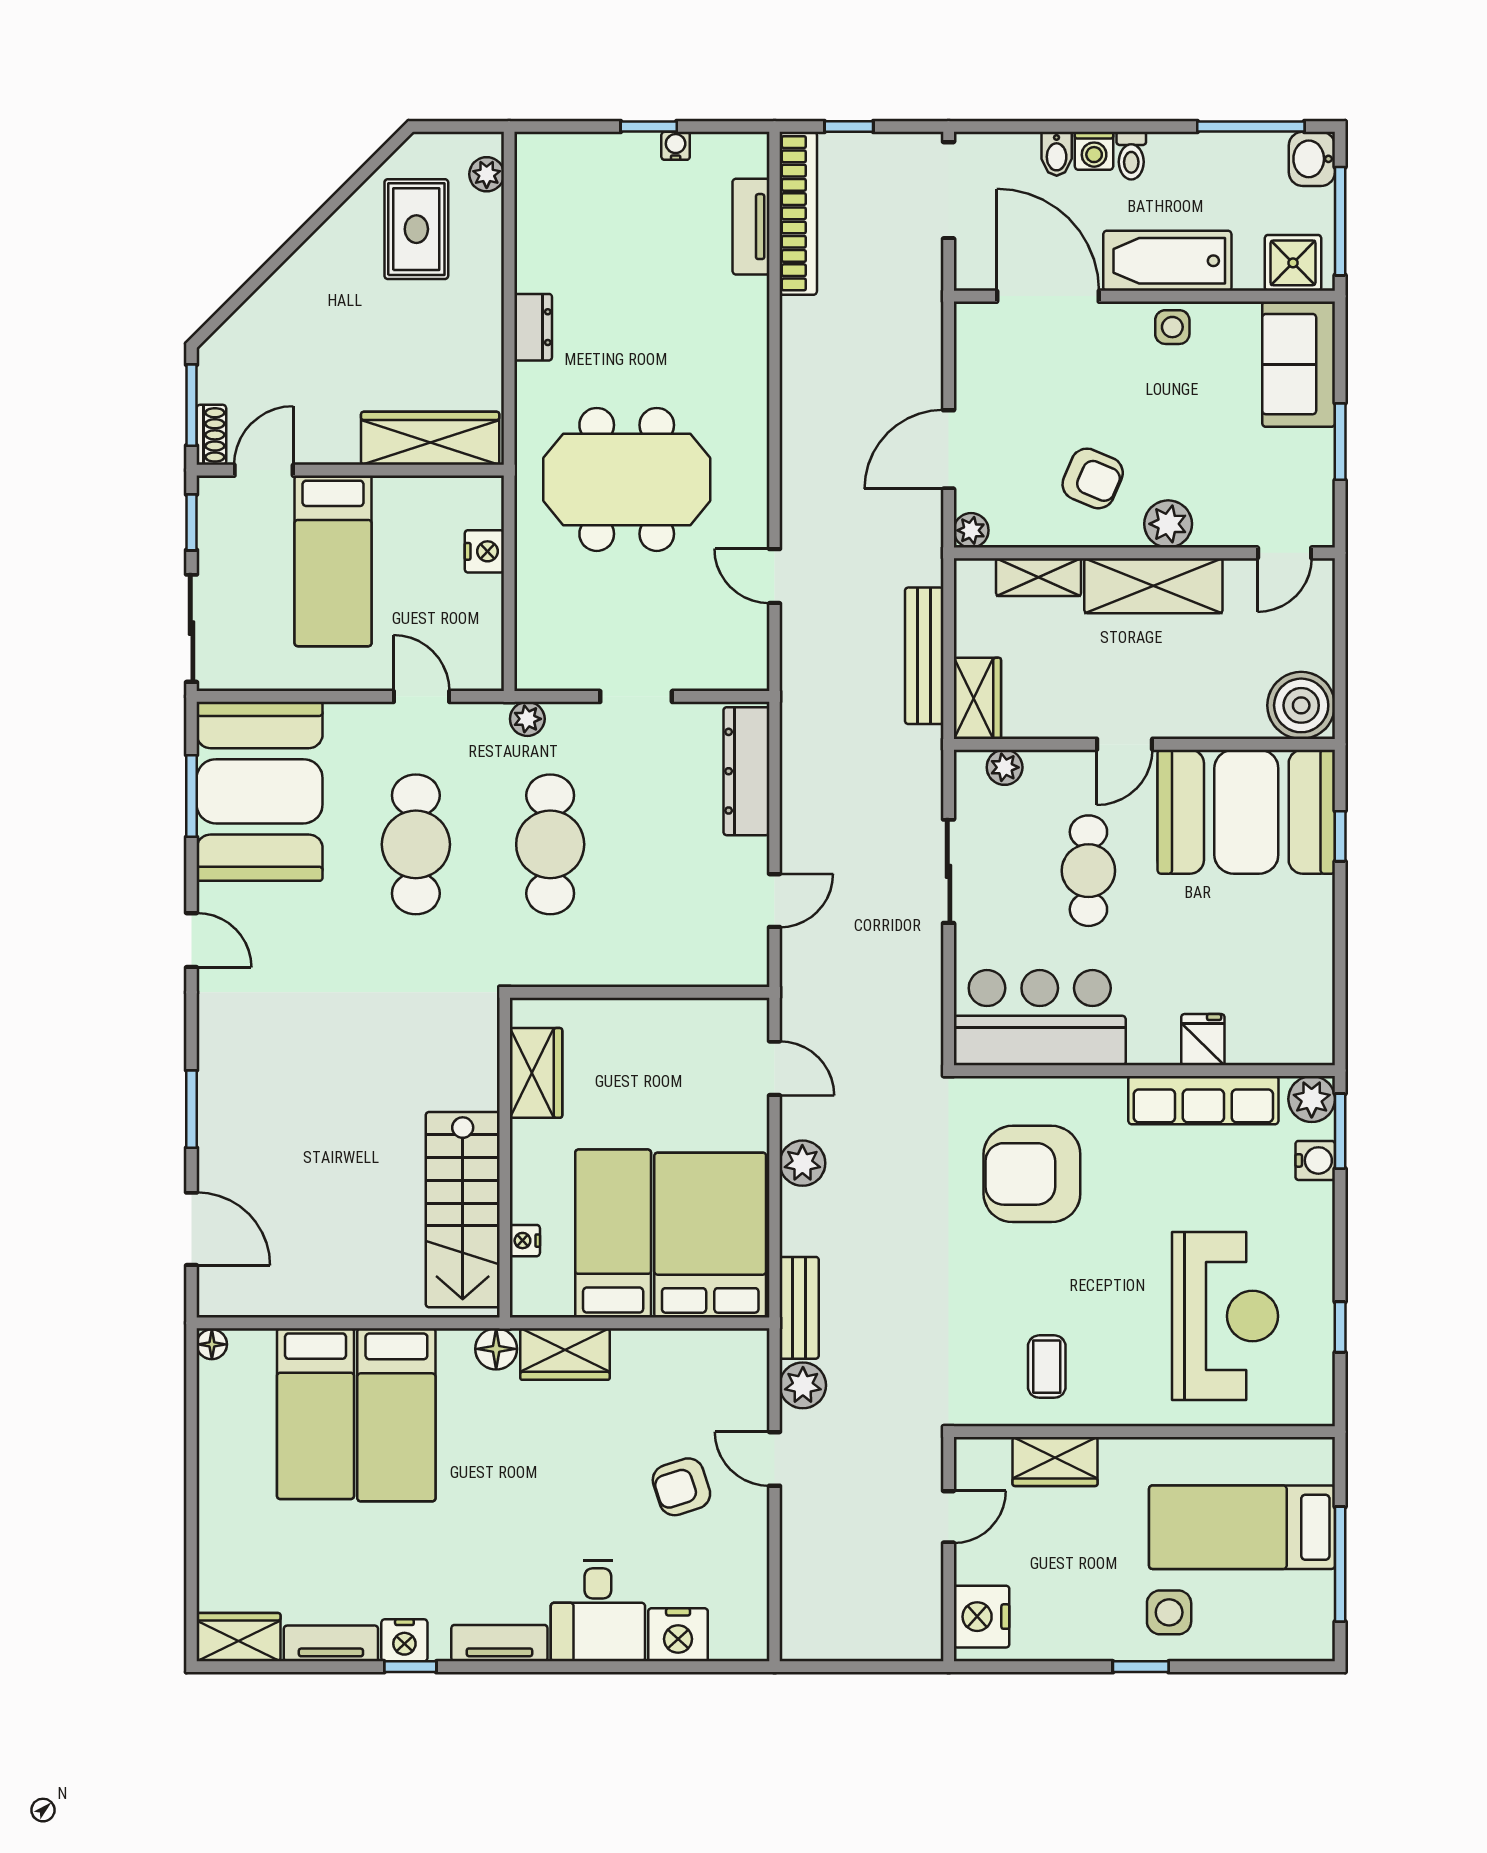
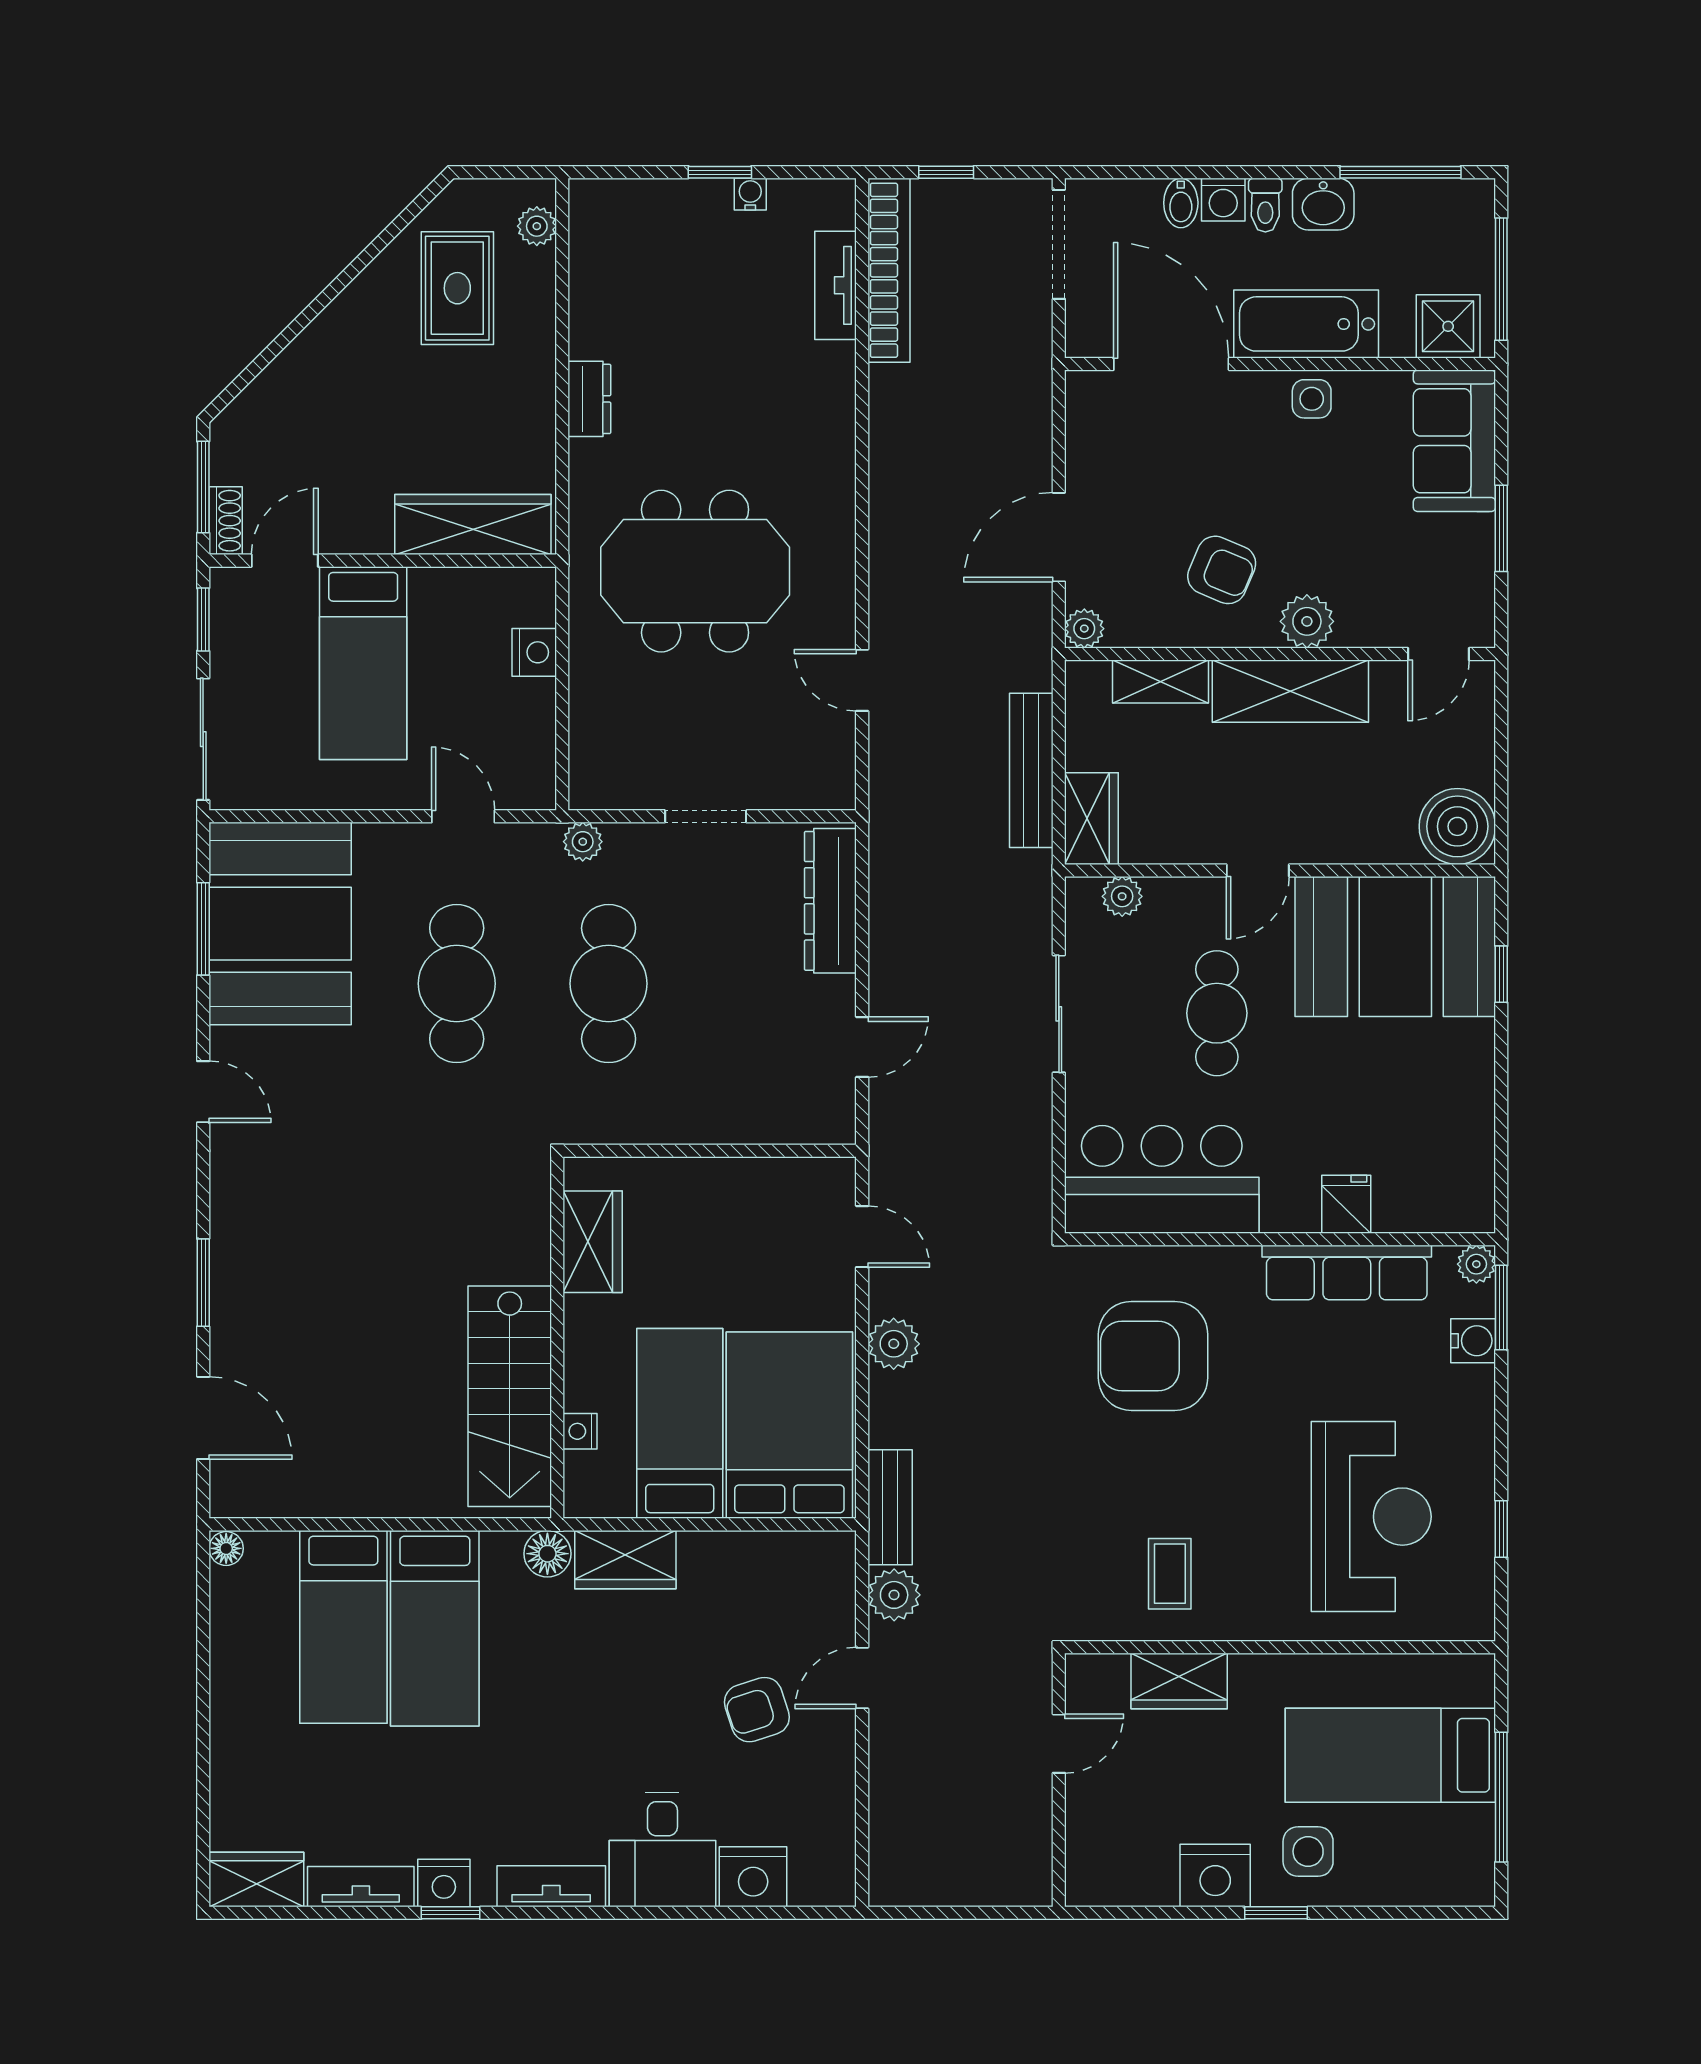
washbasin: (1312, 159) -> (1323, 204), moved, turned -90
plant: (1312, 1099) -> (1476, 1264), width x0.73, depth x0.73
door: (775, 1459) -> (862, 1678), hinge flipped
nightstand: (982, 1617) -> (1215, 1876), moved, turned -90

